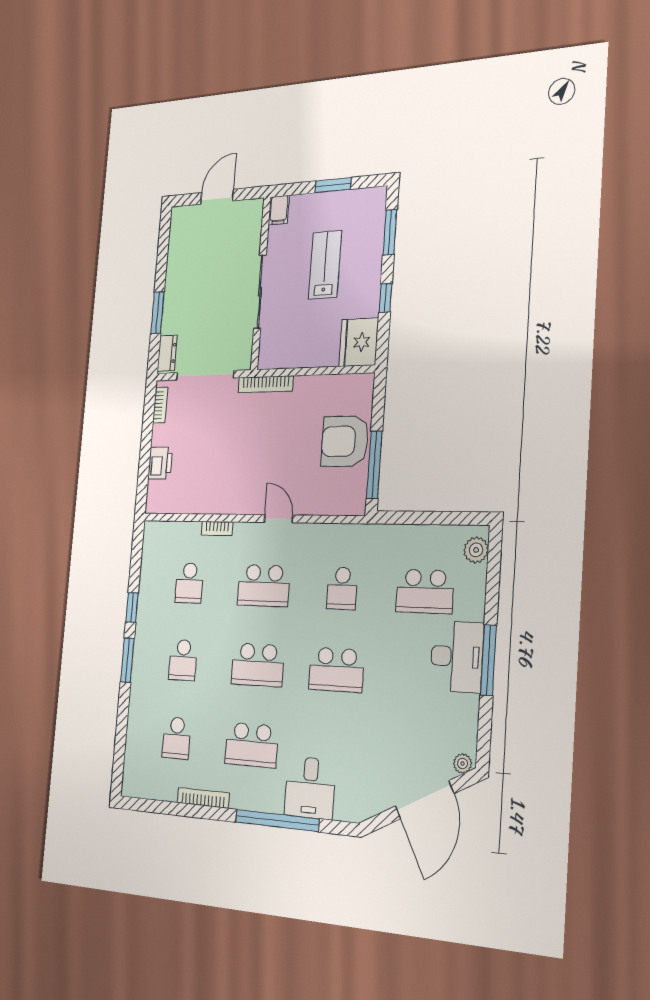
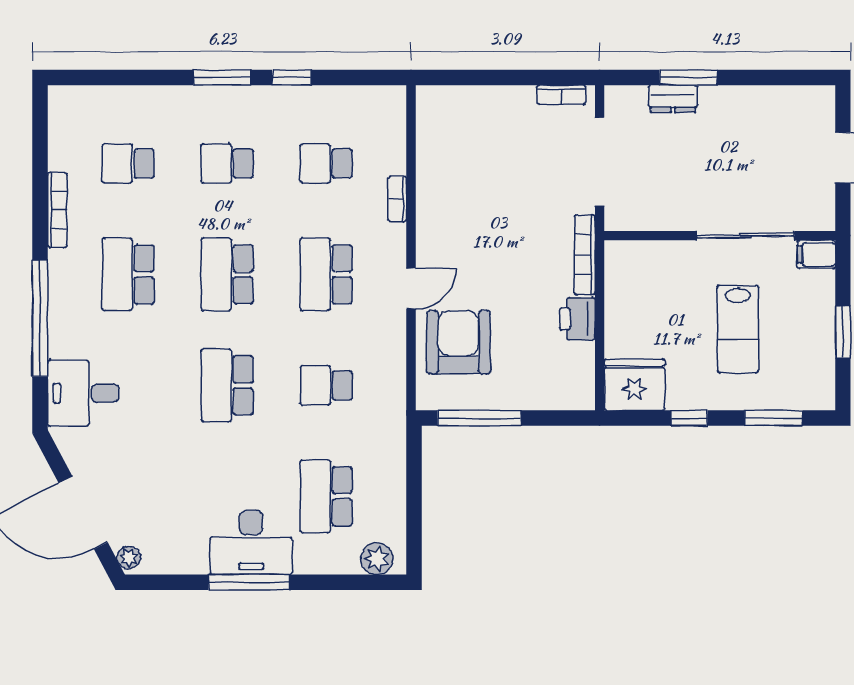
lab bench: (325, 265) -> (738, 329), turned 90
sliding door: (260, 292) -> (745, 236), moved
dresser: (167, 353) -> (673, 99), moved
armchair: (345, 441) -> (458, 342), moved
printer: (160, 463) -> (577, 319), moved, turned 90
desk: (310, 788) -> (83, 393), moved

